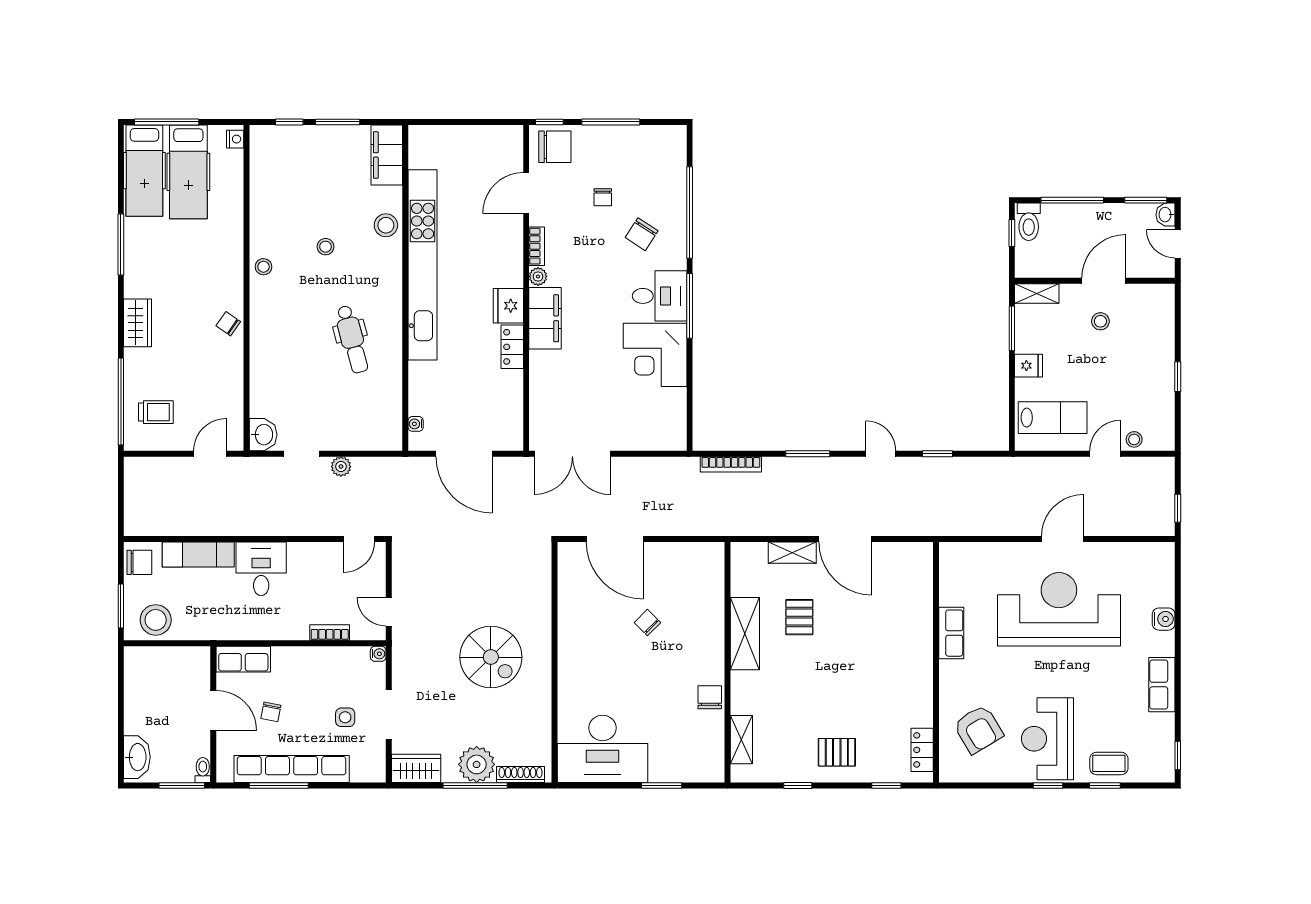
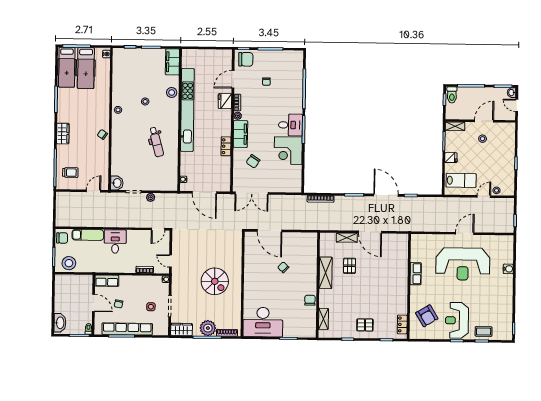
chair: (642, 234) -> (253, 161), moved
fridge: (508, 306) -> (225, 101), moved
door: (881, 454) -> (386, 195), width x1.87
reception desk: (1059, 609) -> (463, 264), turned 180
row of seats: (1162, 685) -> (507, 297), removed

